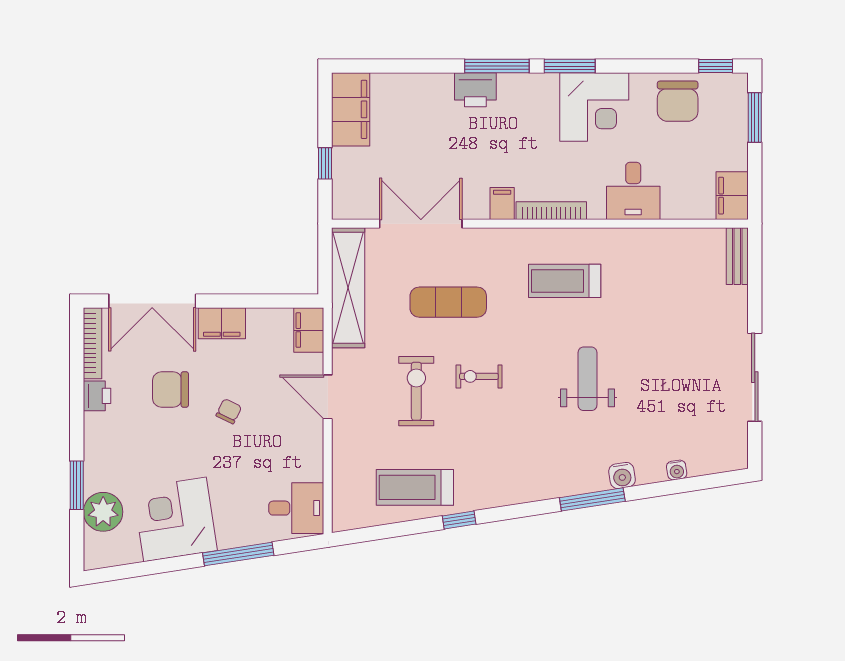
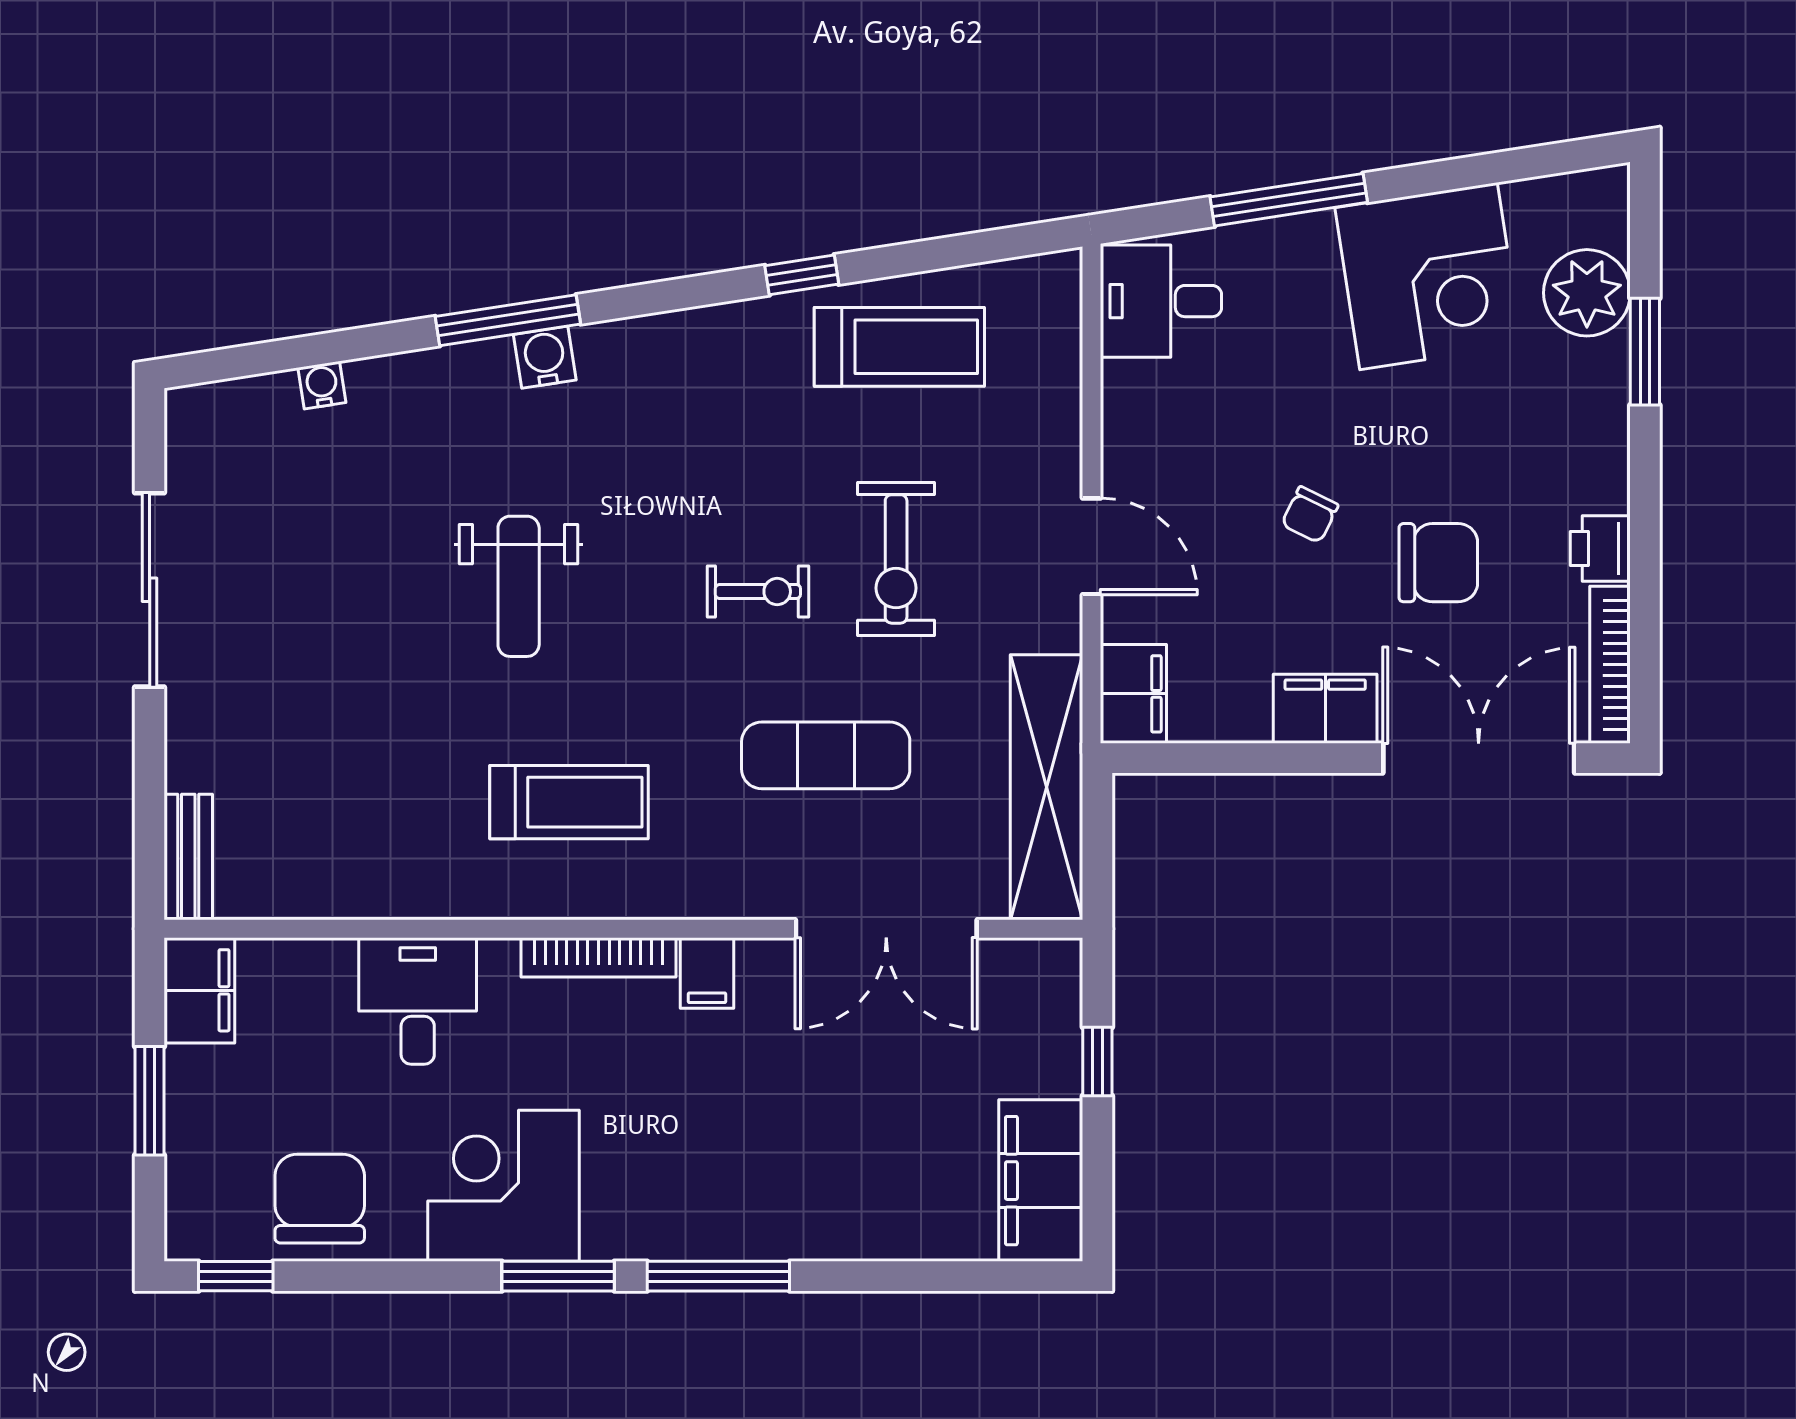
printer: (475, 90) -> (766, 1224), removed
window: (755, 118) -> (150, 1101), moved
water cooler: (622, 476) -> (545, 357), moved

